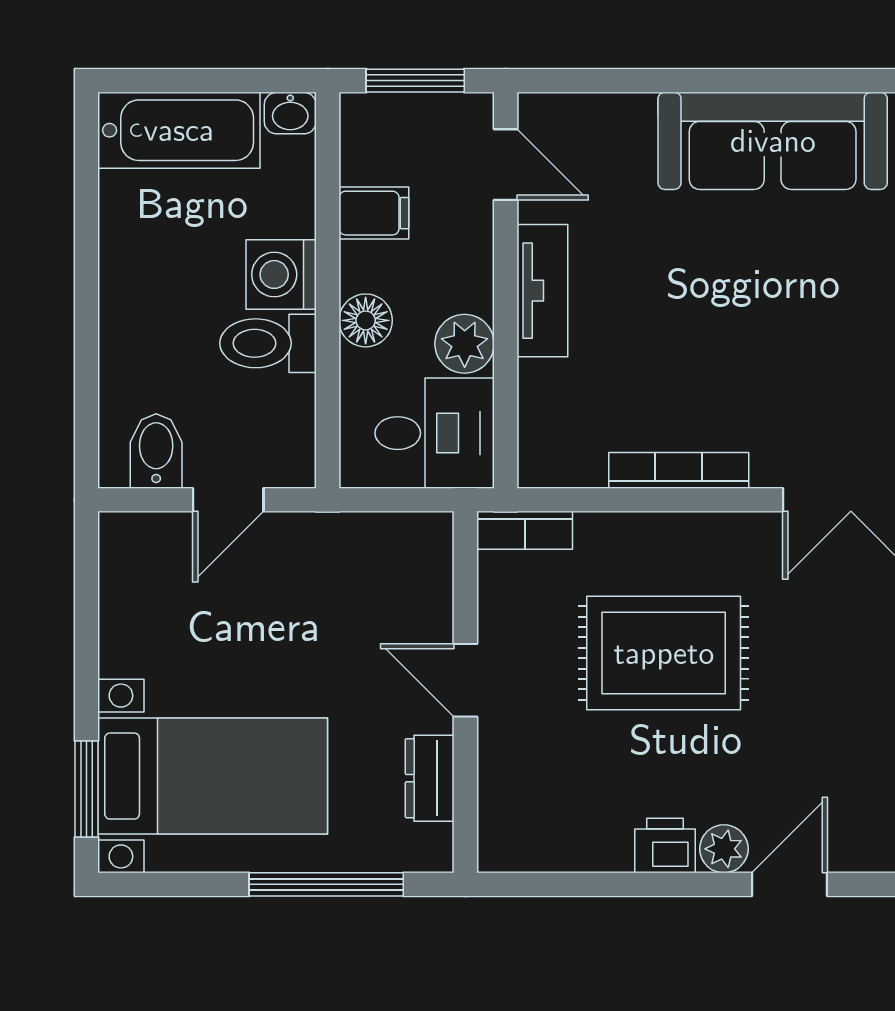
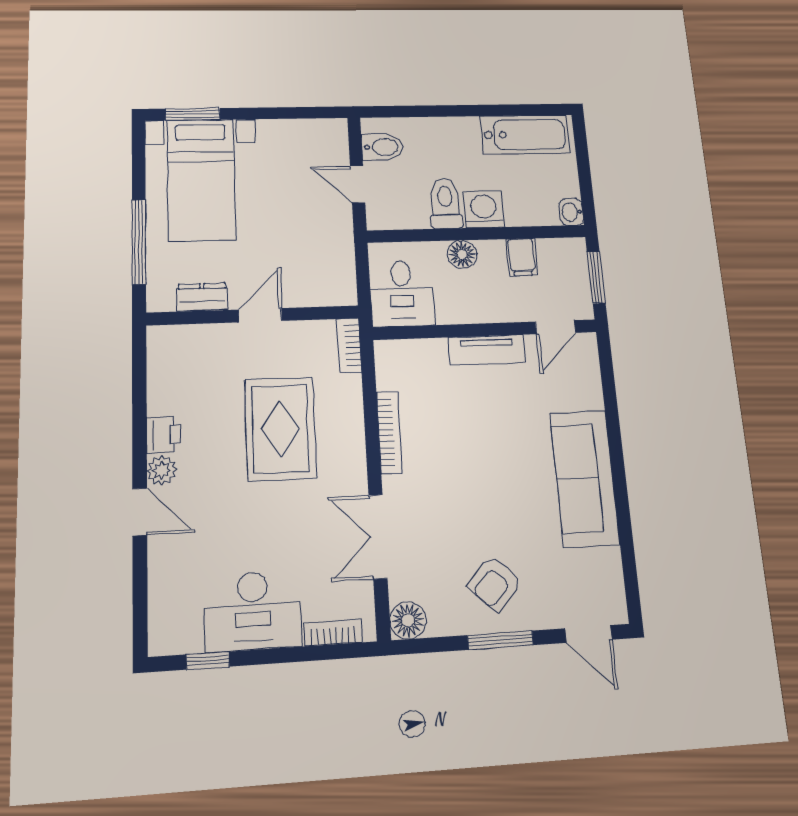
bathtub: (179, 130) -> (525, 135), moved, turned -90
plant: (465, 344) -> (453, 308), removed

